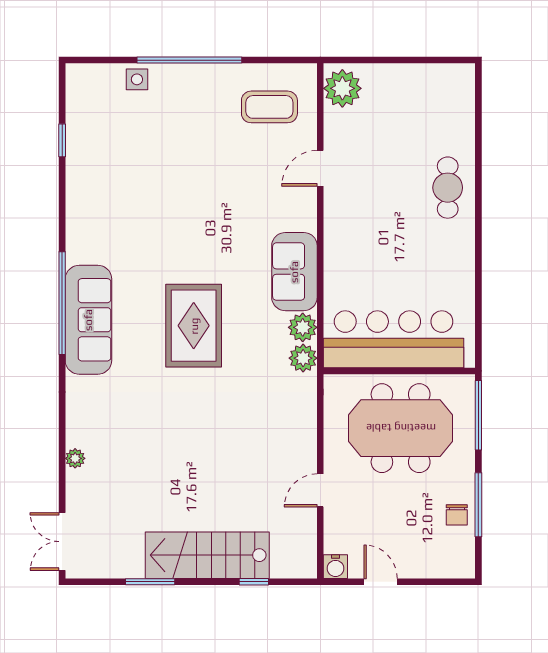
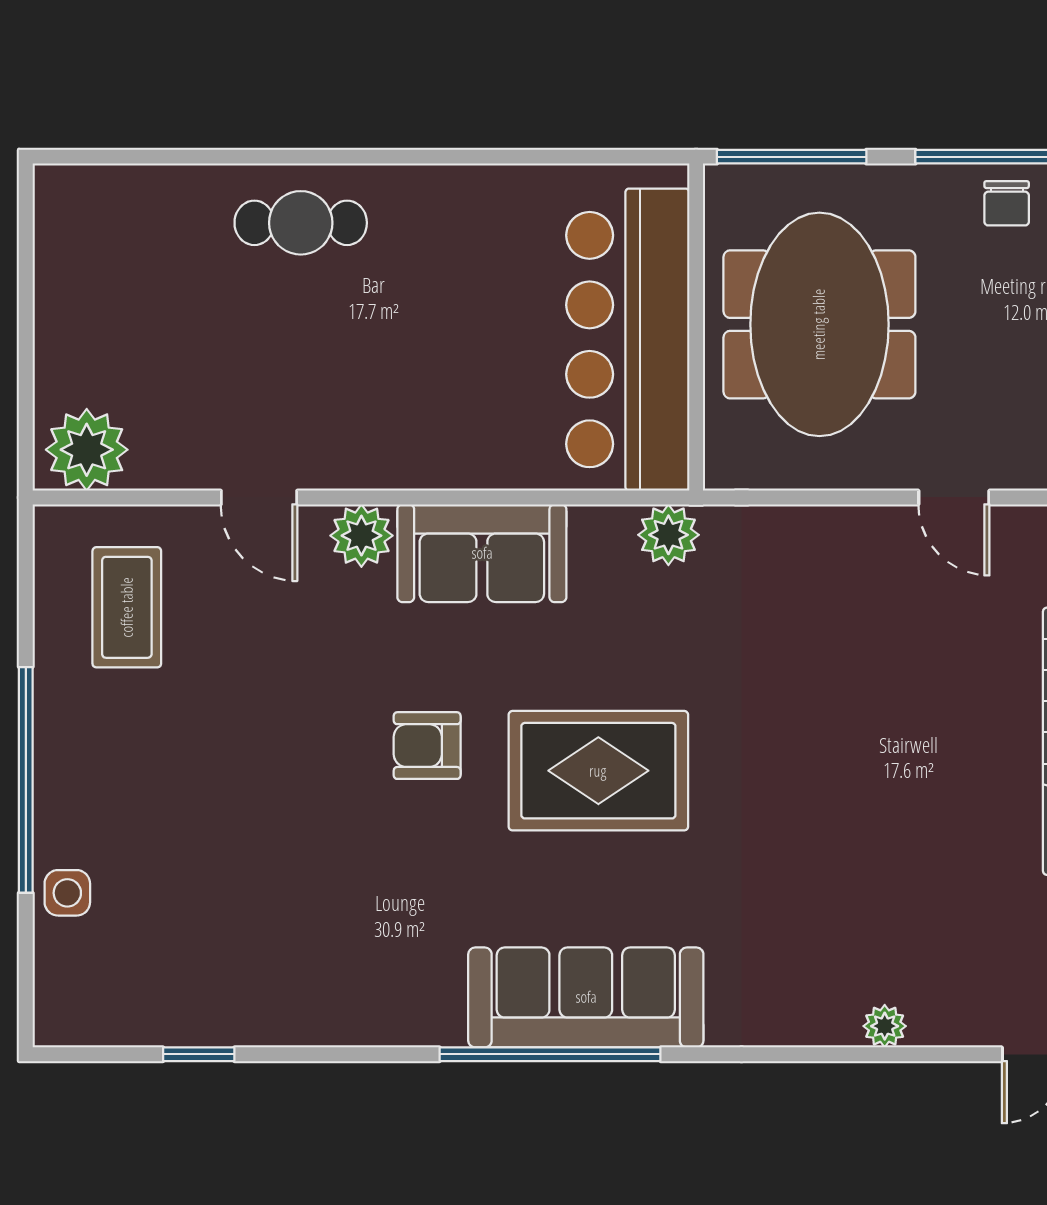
armchair: (205, 246) -> (427, 746), added
plant: (303, 327) -> (361, 536), moved
chair: (457, 515) -> (1007, 203), turned 90

